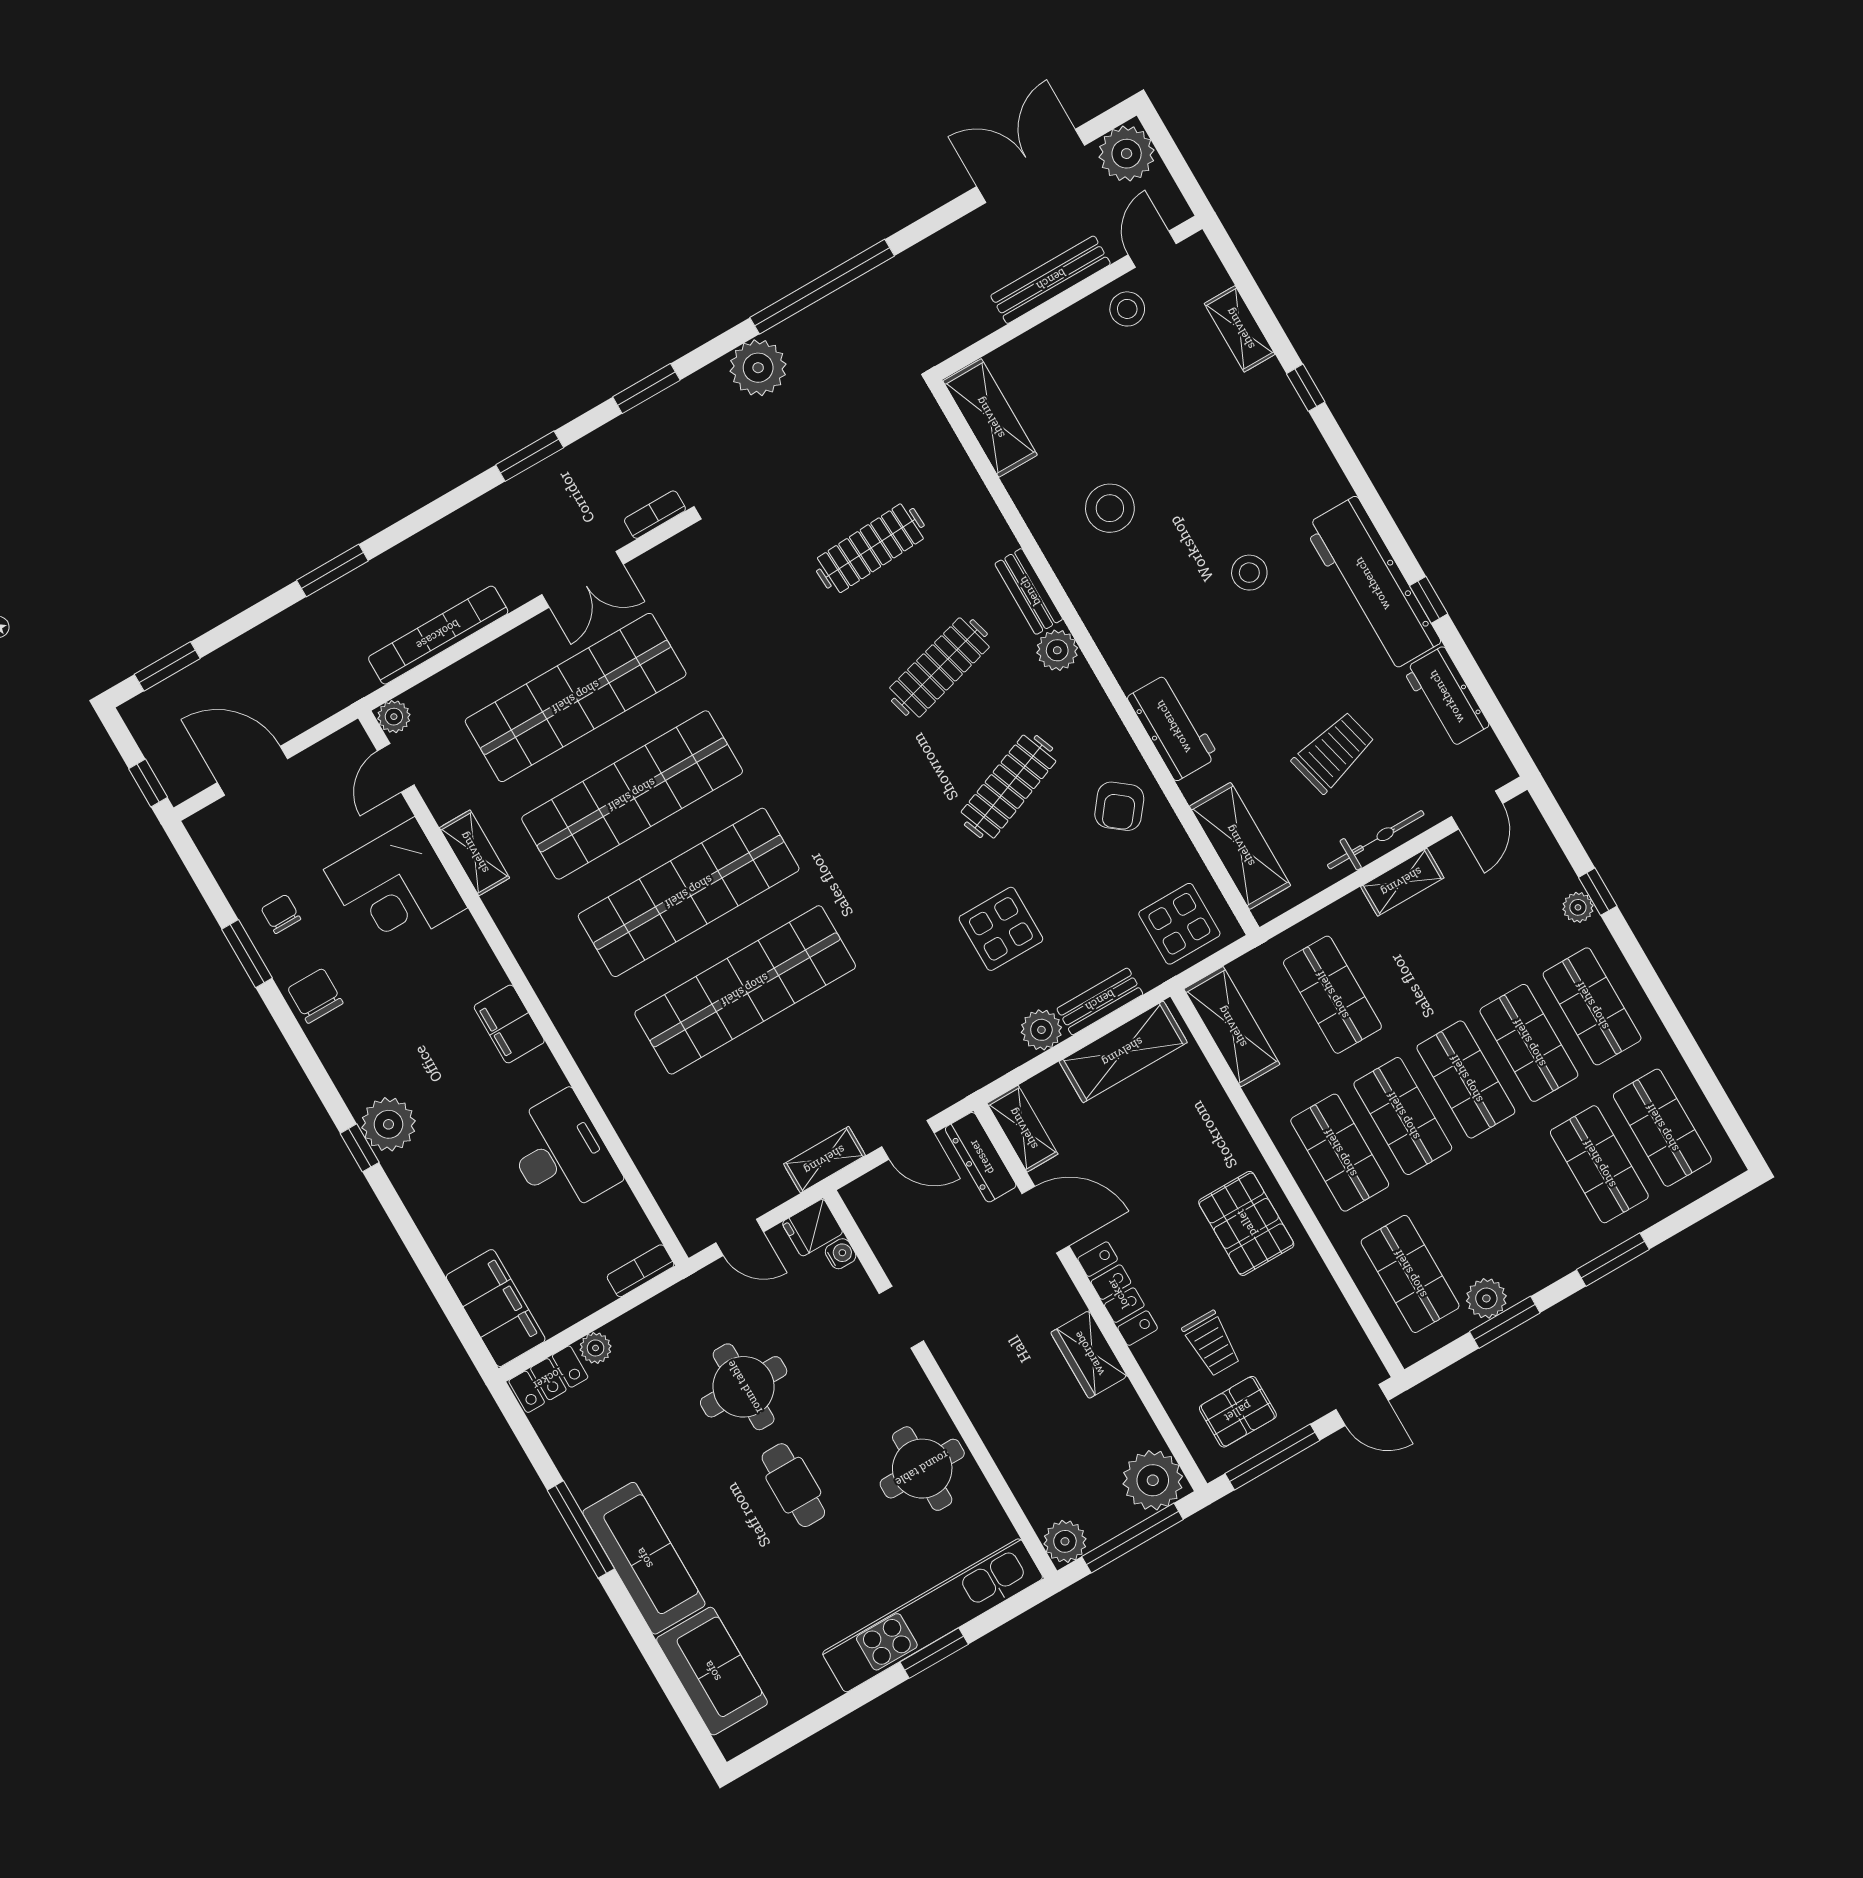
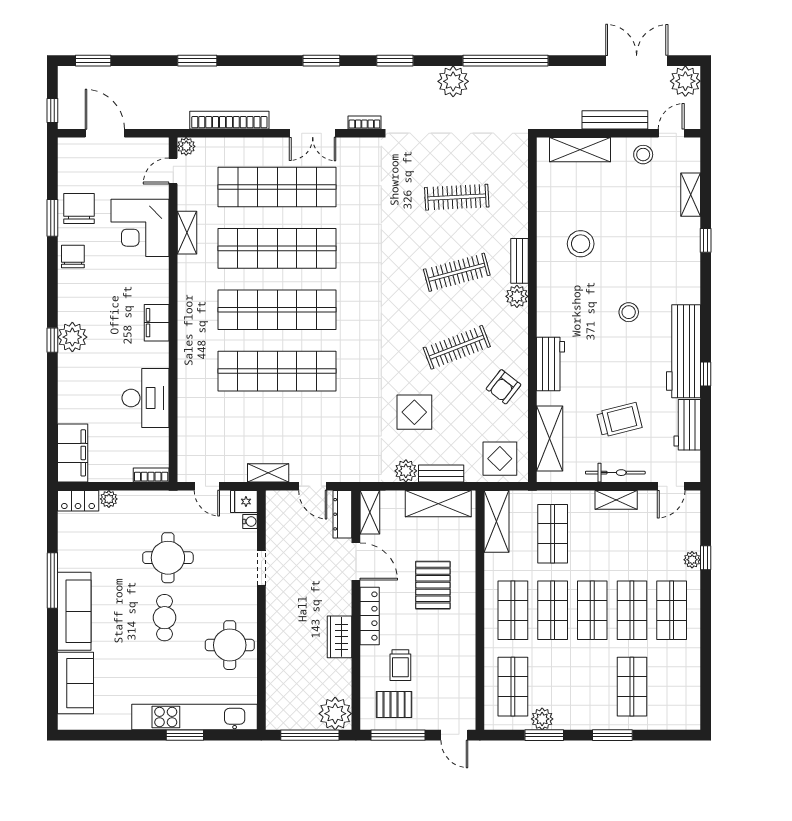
shelving: (990, 418) -> (580, 150), moved, turned 90
chair: (281, 914) -> (79, 208), width x1.87, depth x1.87
shop shelf: (1662, 1128) -> (672, 687), removed
pallet: (1246, 1223) -> (433, 585), moved
plant: (1065, 1541) -> (277, 718), removed

